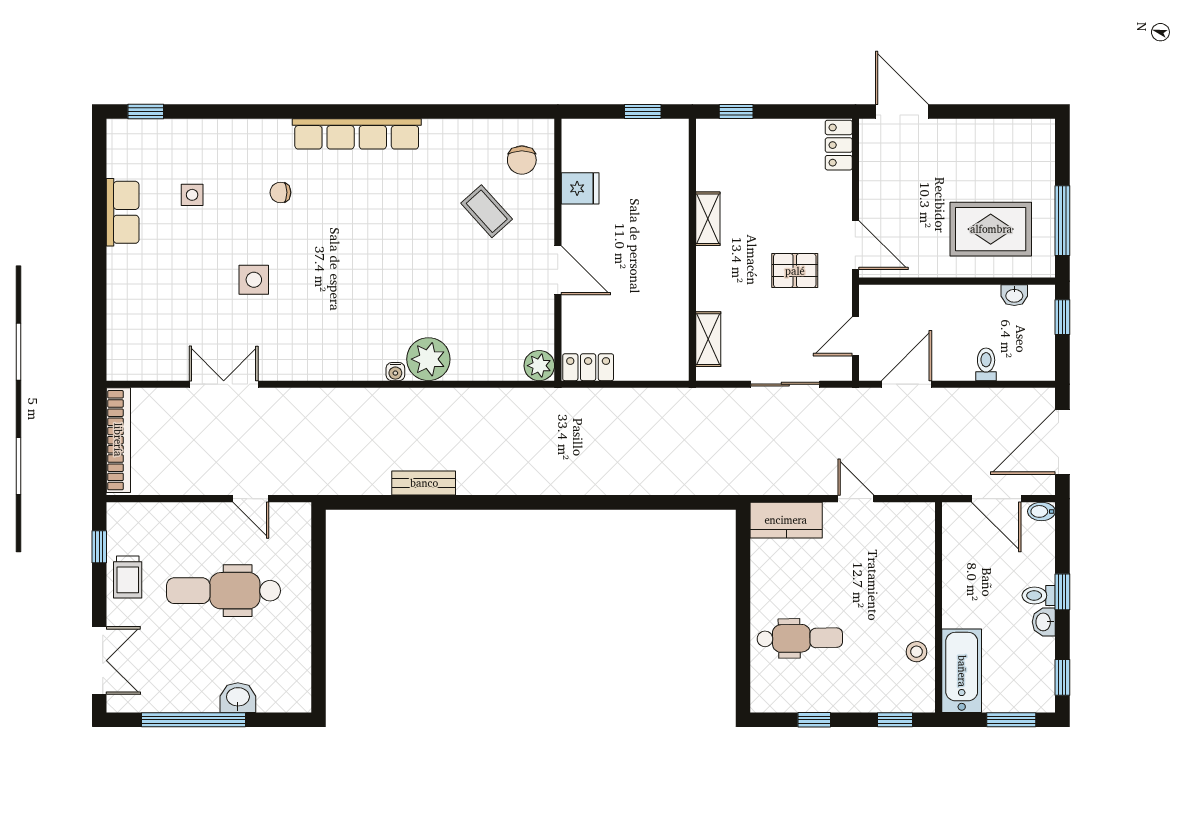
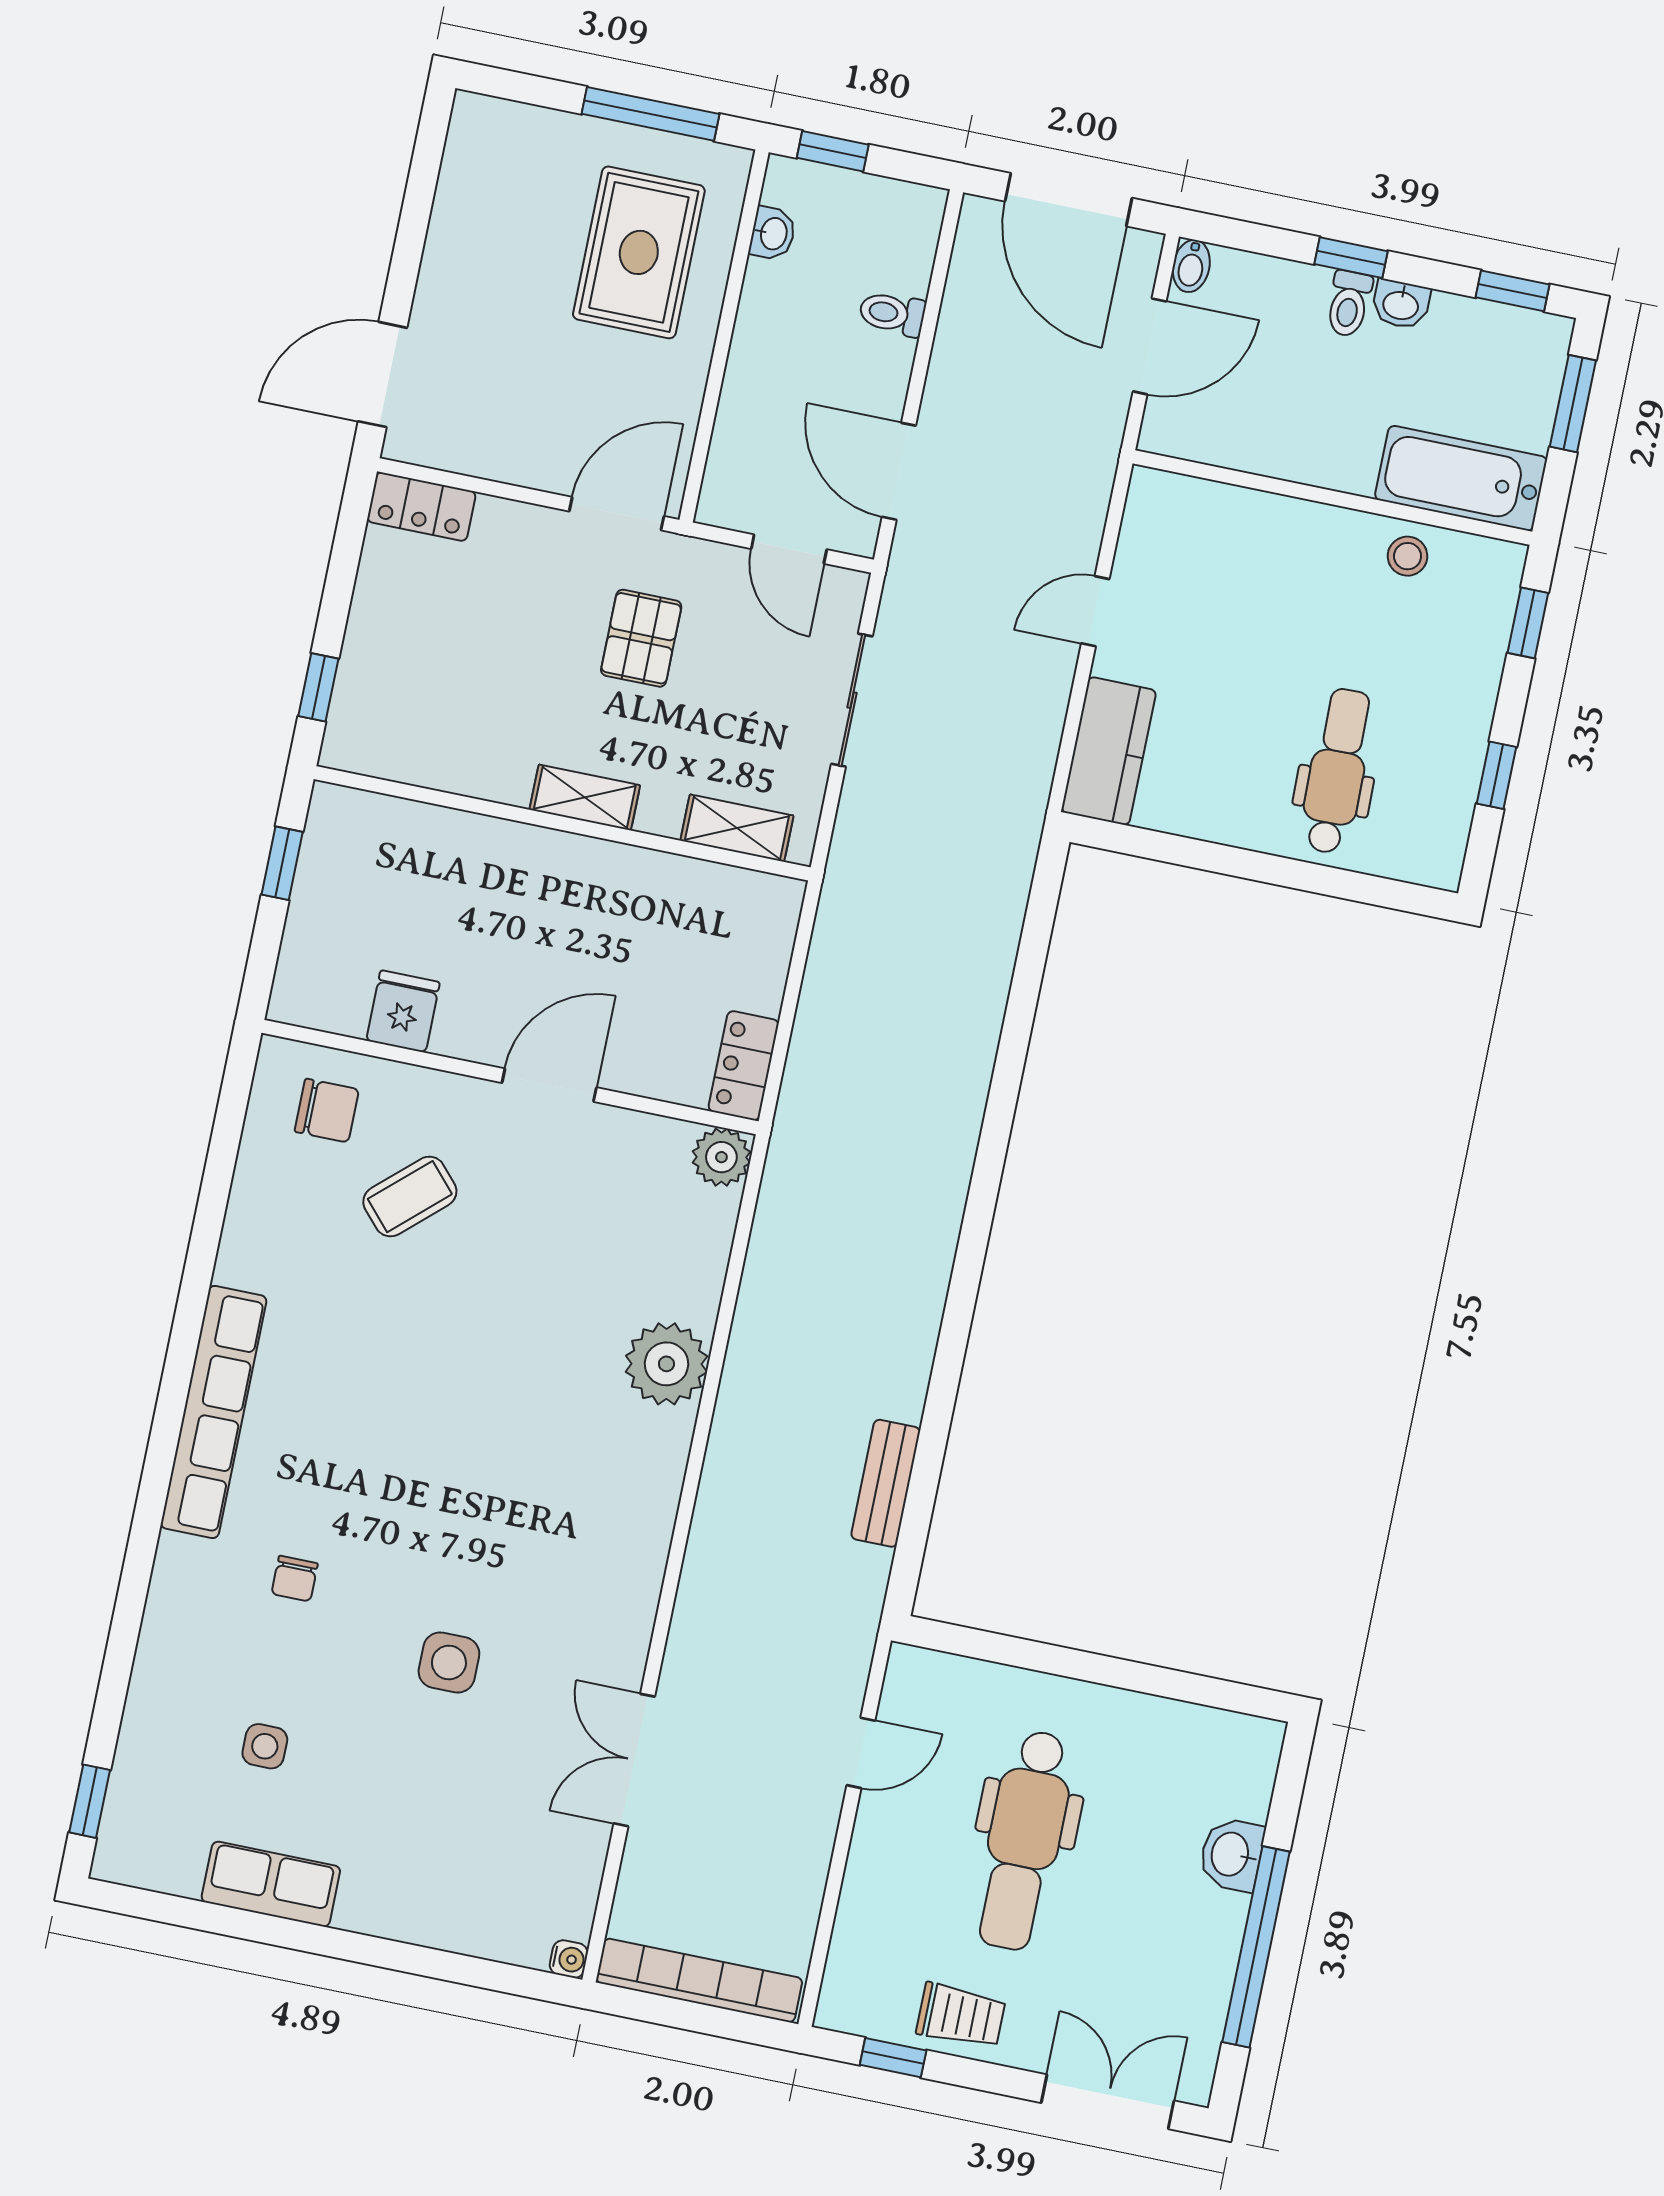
shelving: (708, 219) -> (585, 797), moved
water cooler: (395, 372) -> (569, 1959), moved
bench: (424, 483) -> (886, 1483), moved

